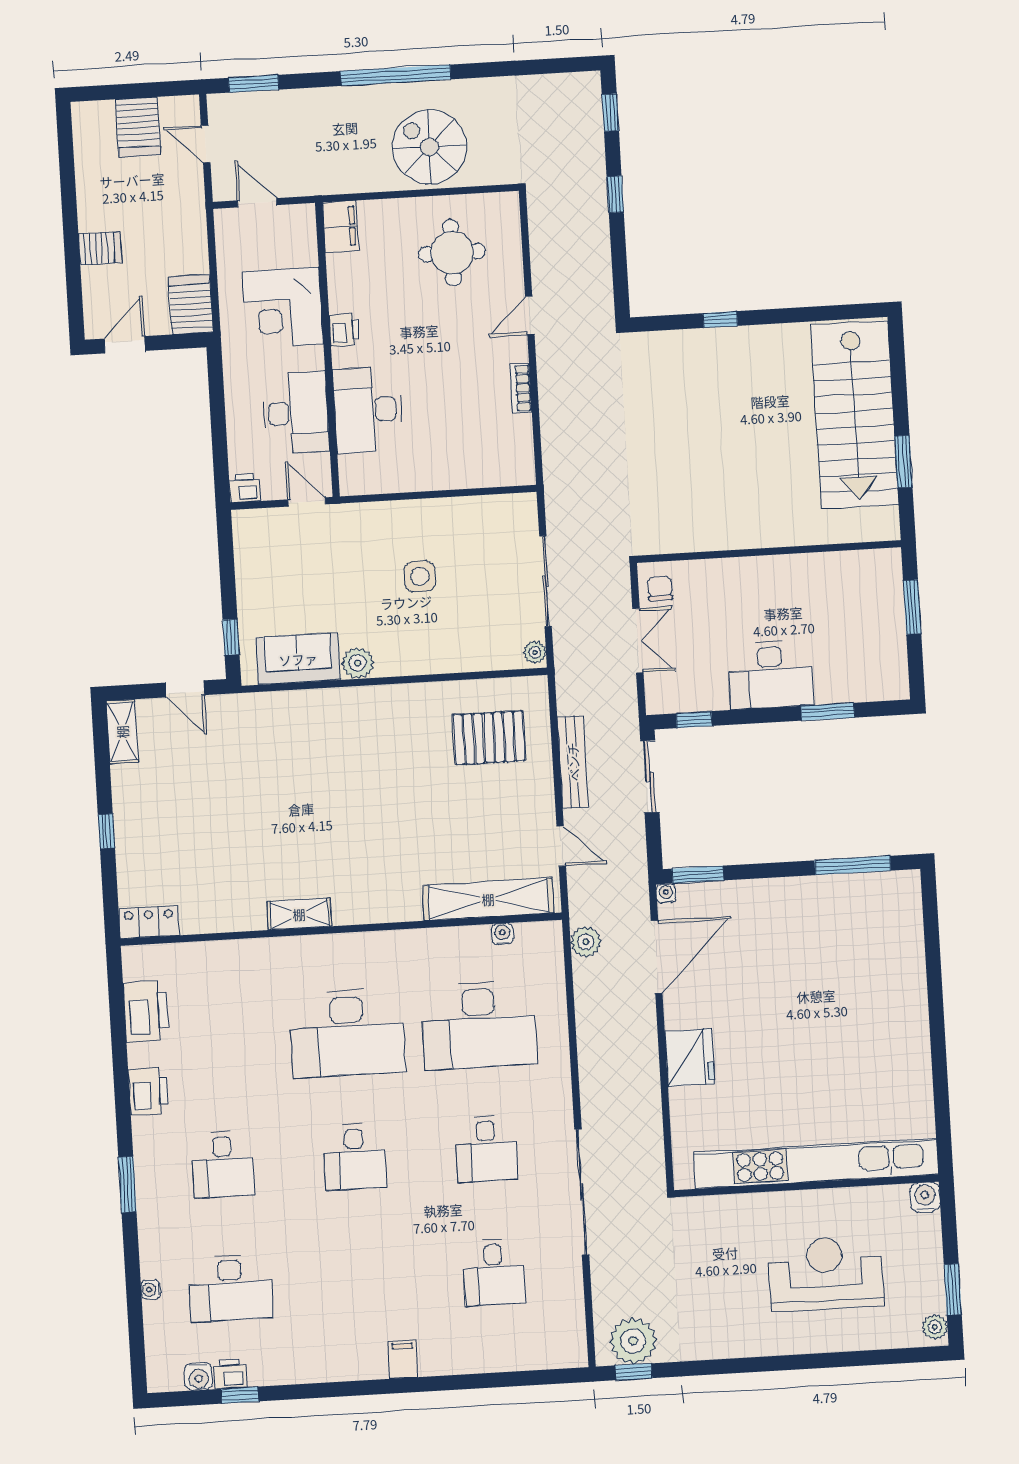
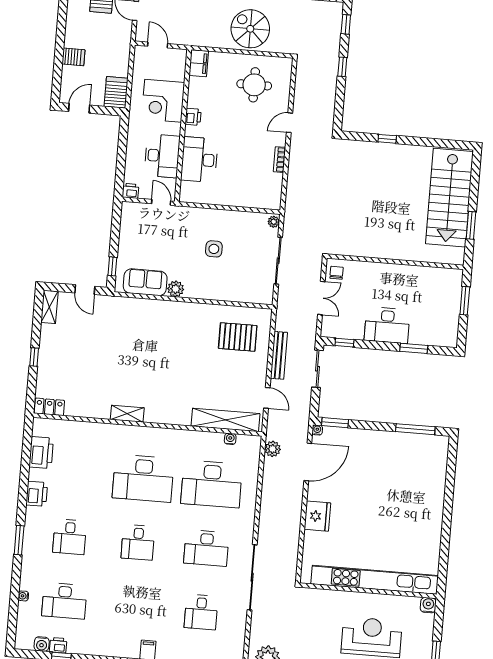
plant: (535, 652) -> (274, 222), moved
desk: (486, 1149) -> (206, 548), width x1.37

